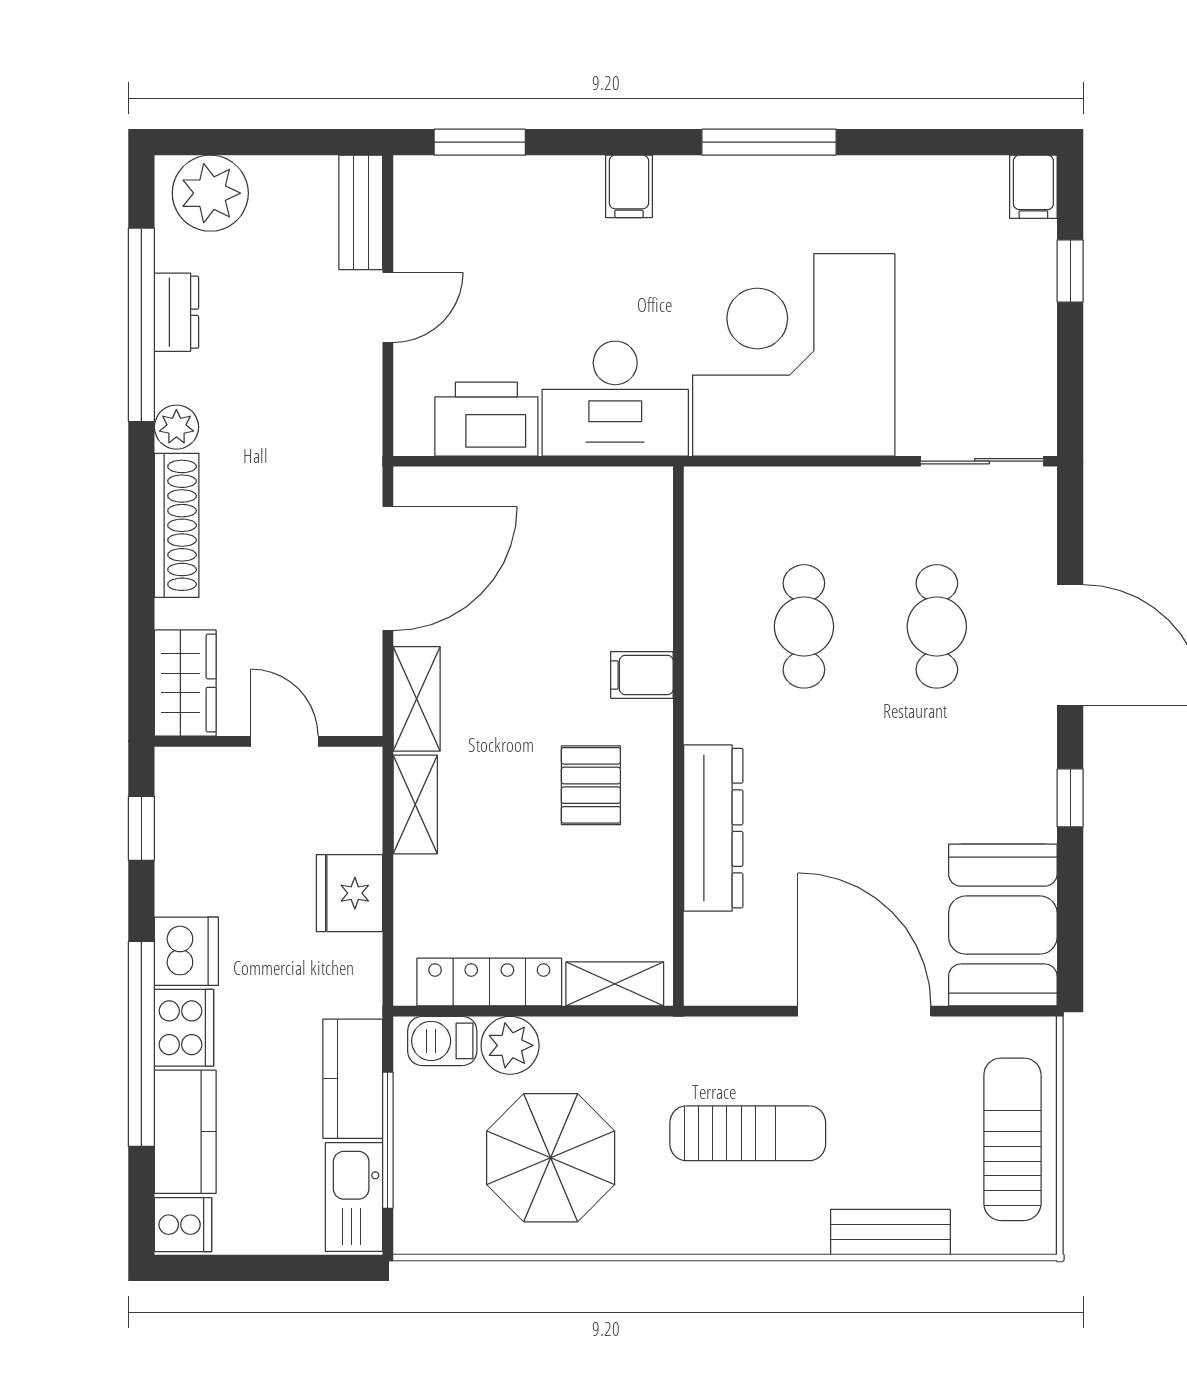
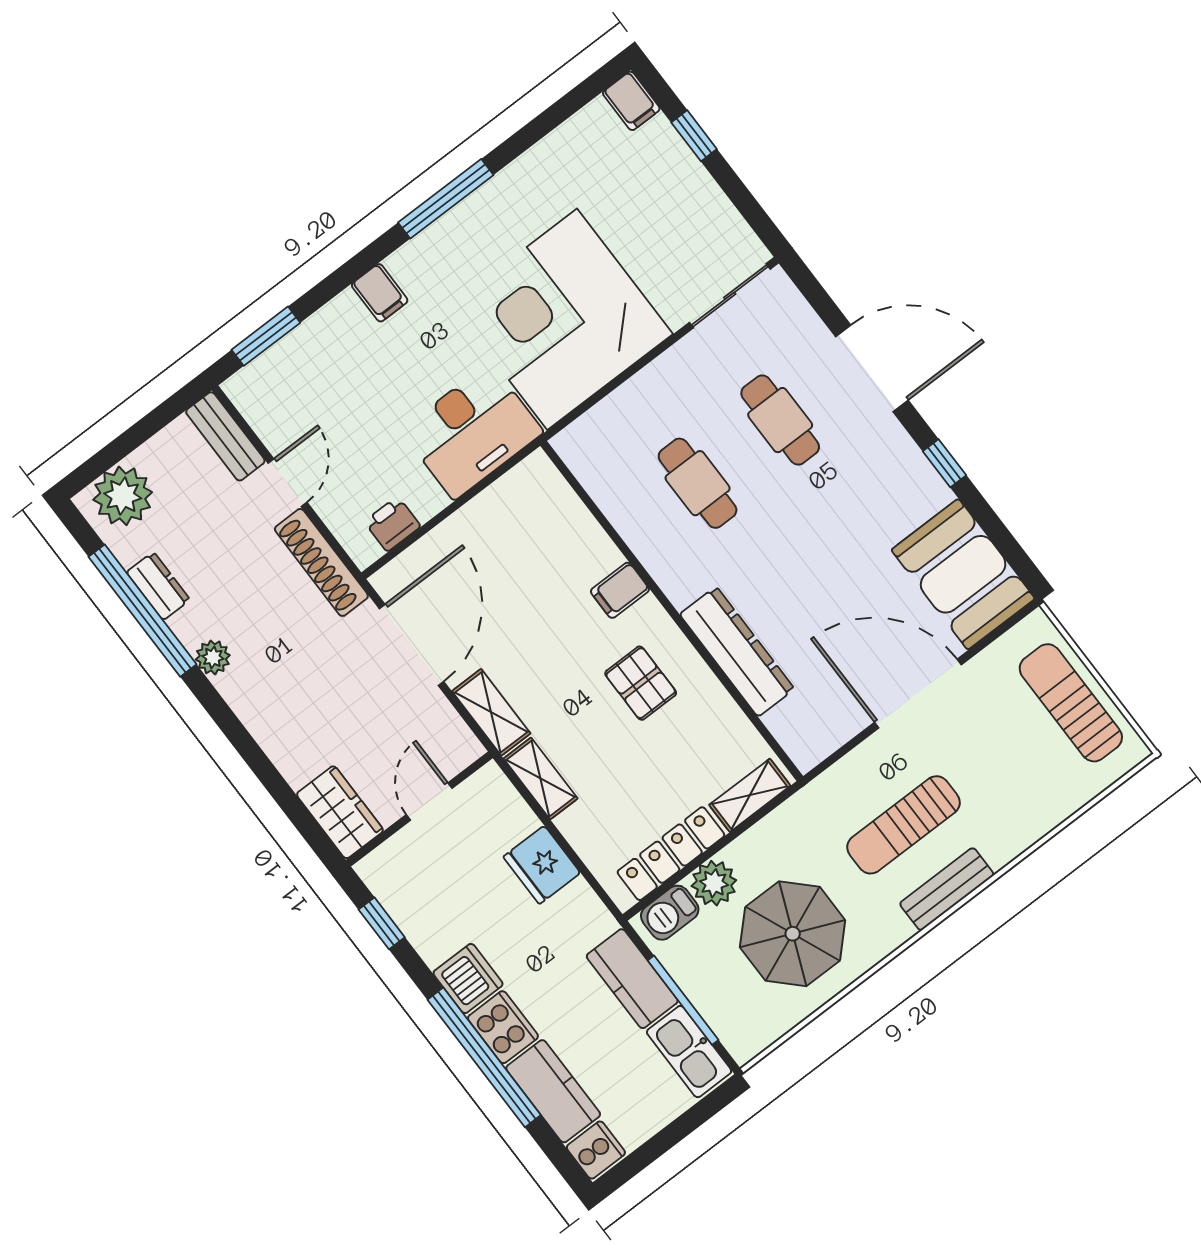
printer: (486, 419) -> (392, 524), width x0.53, depth x0.68
shoe rack: (177, 525) -> (321, 562), moved, turned 180
door: (284, 741) -> (429, 801), hinge flipped
sun lounger: (748, 1133) -> (903, 825), turned 180
bench: (891, 1232) -> (947, 889), moved

